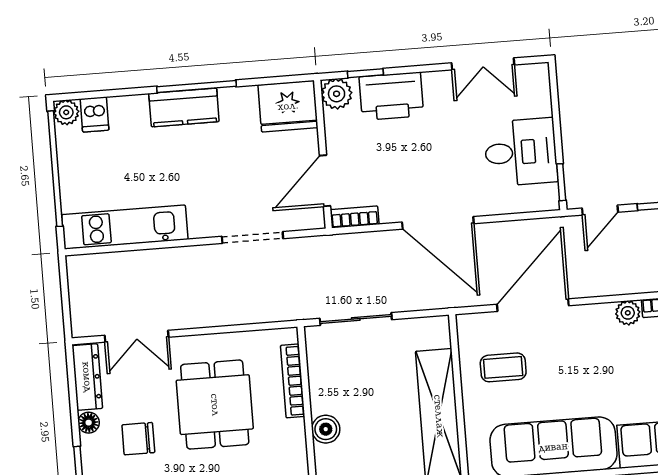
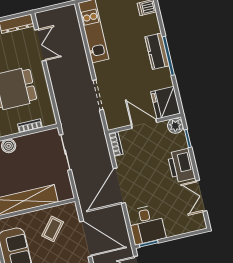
printer: (391, 96) -> (181, 166), moved
desk: (521, 152) -> (147, 225), moved
door: (325, 181) -> (144, 124), moved
double door: (137, 336) -> (40, 45), swing flipped
coffee table: (503, 367) -> (53, 229), turned 40
bookcase: (293, 381) -> (30, 126), width x0.64

